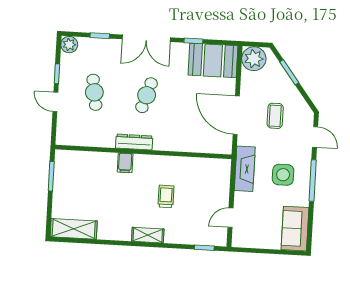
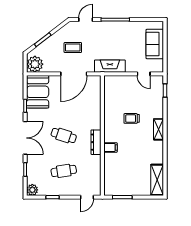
door: (55, 102) -> (87, 197), moved
side table: (283, 175) -> (112, 40), removed
sofa: (295, 229) -> (155, 44), moved, turned 90

